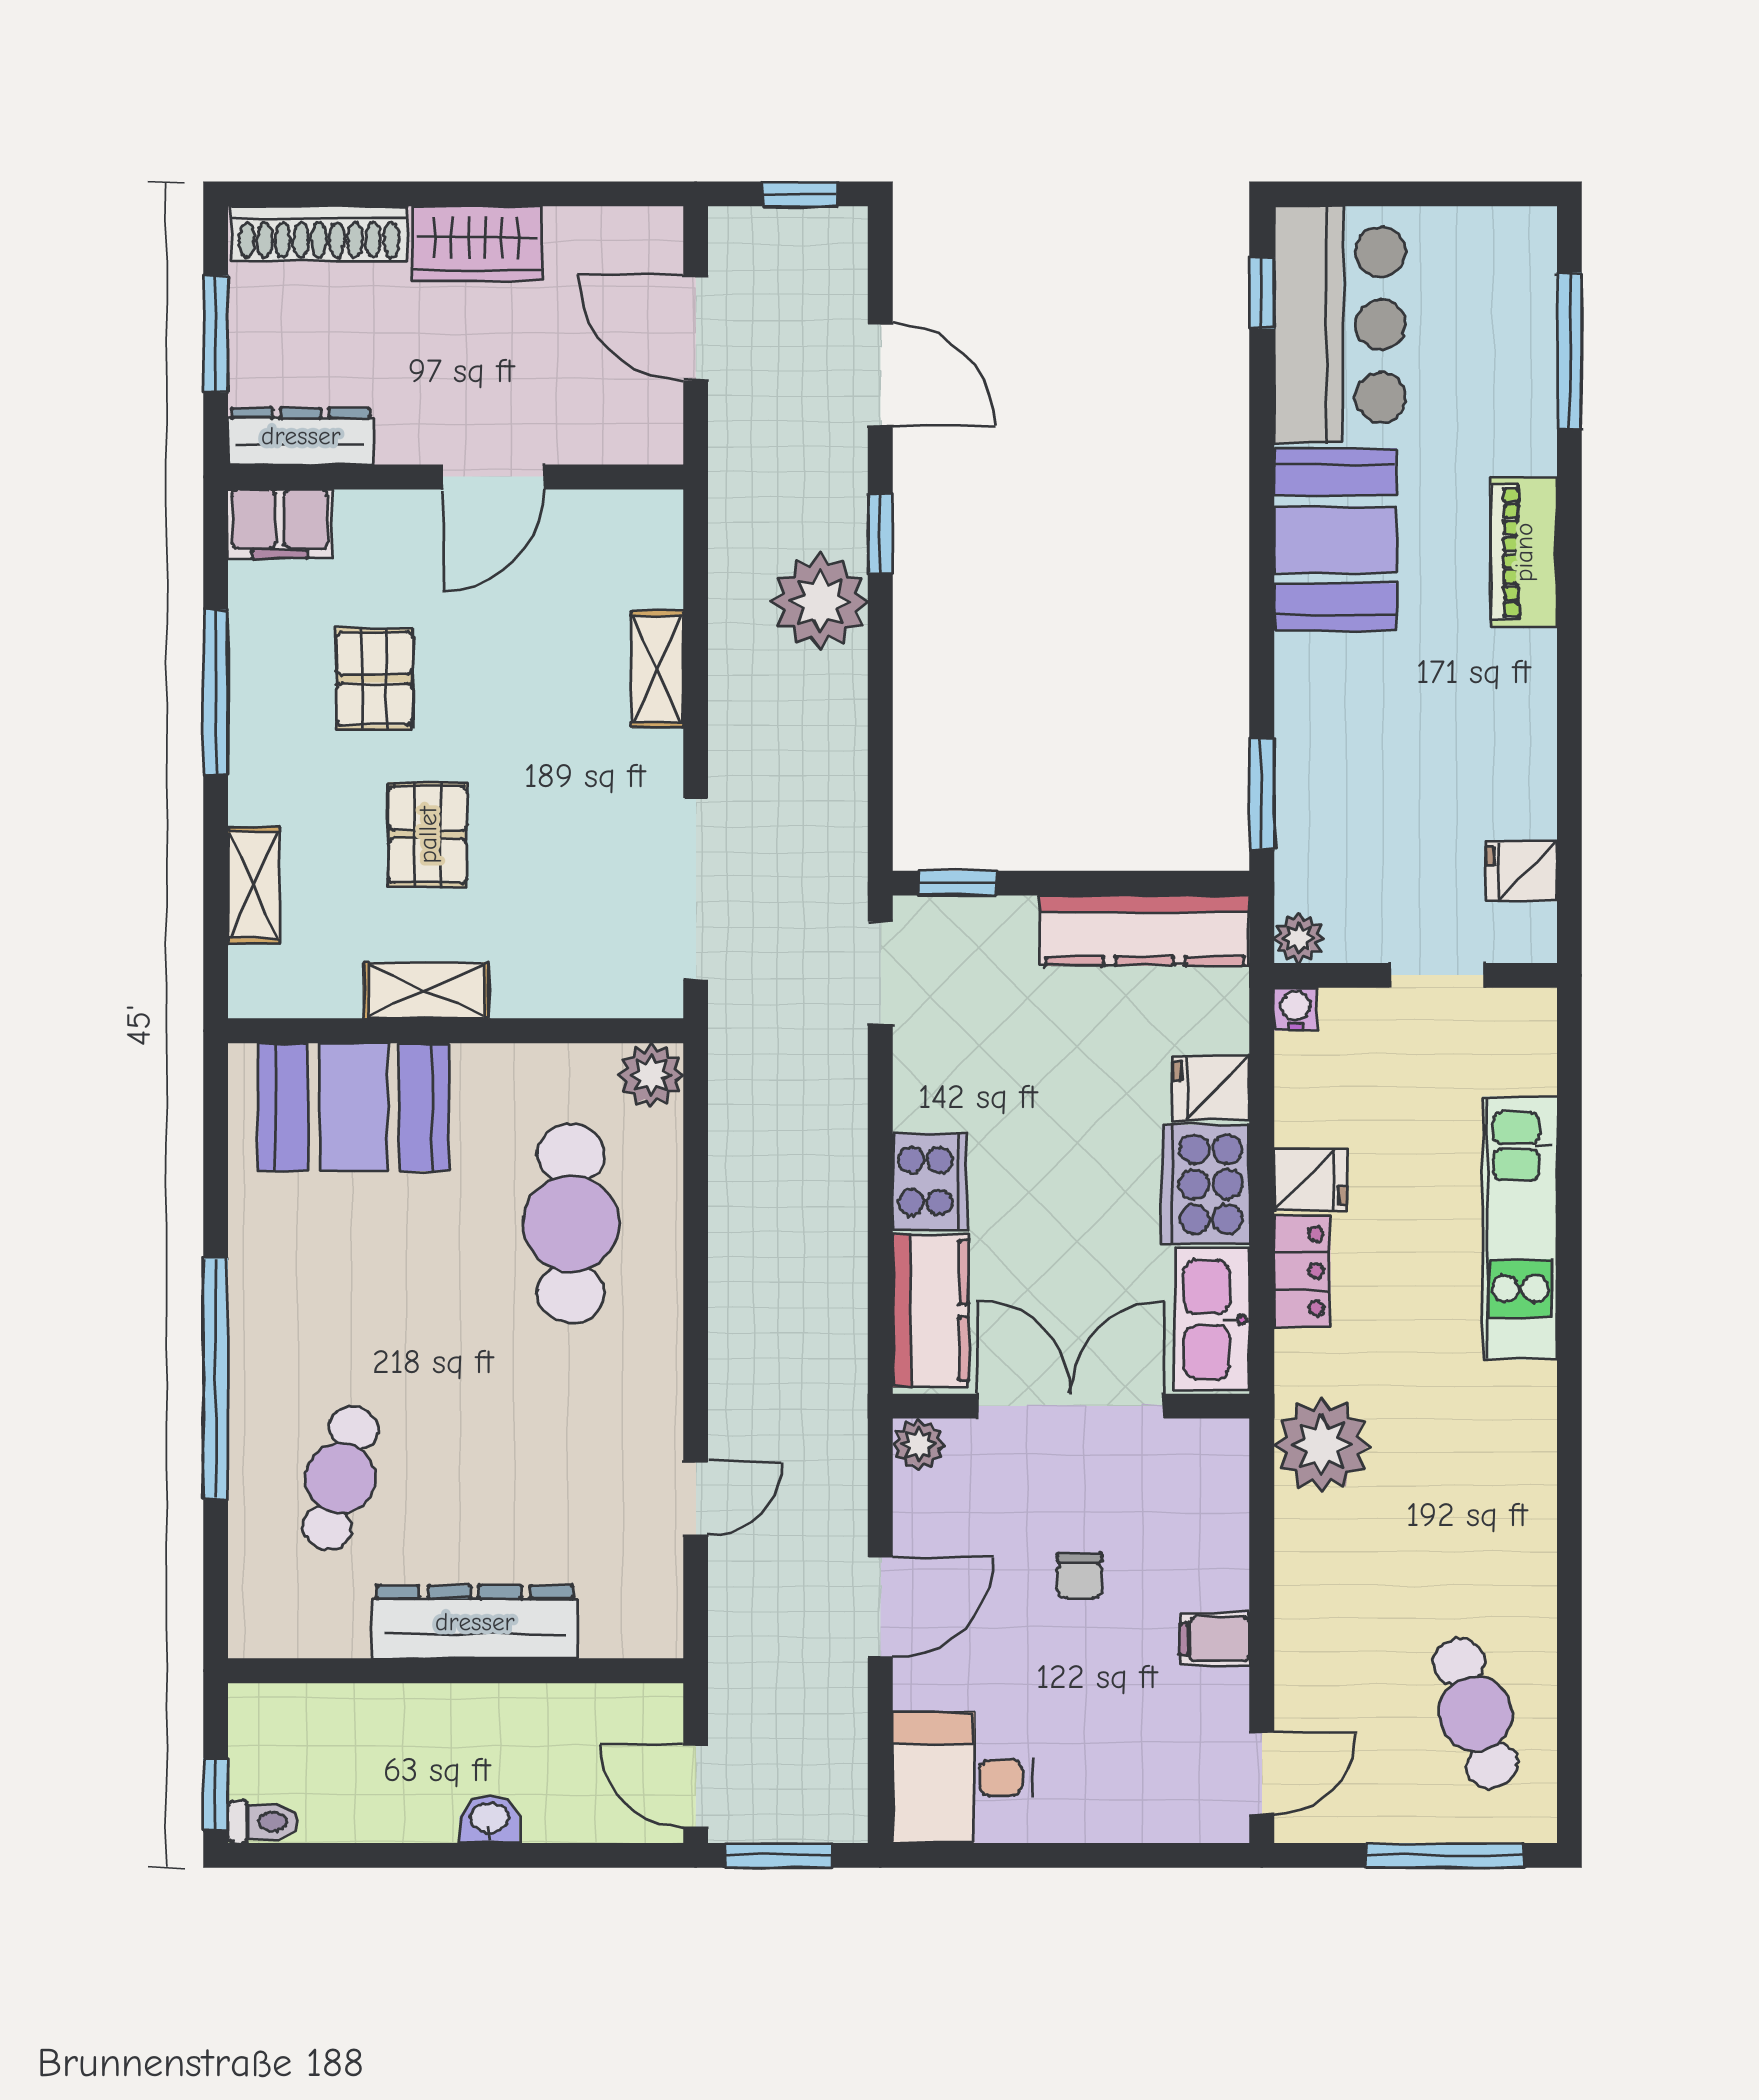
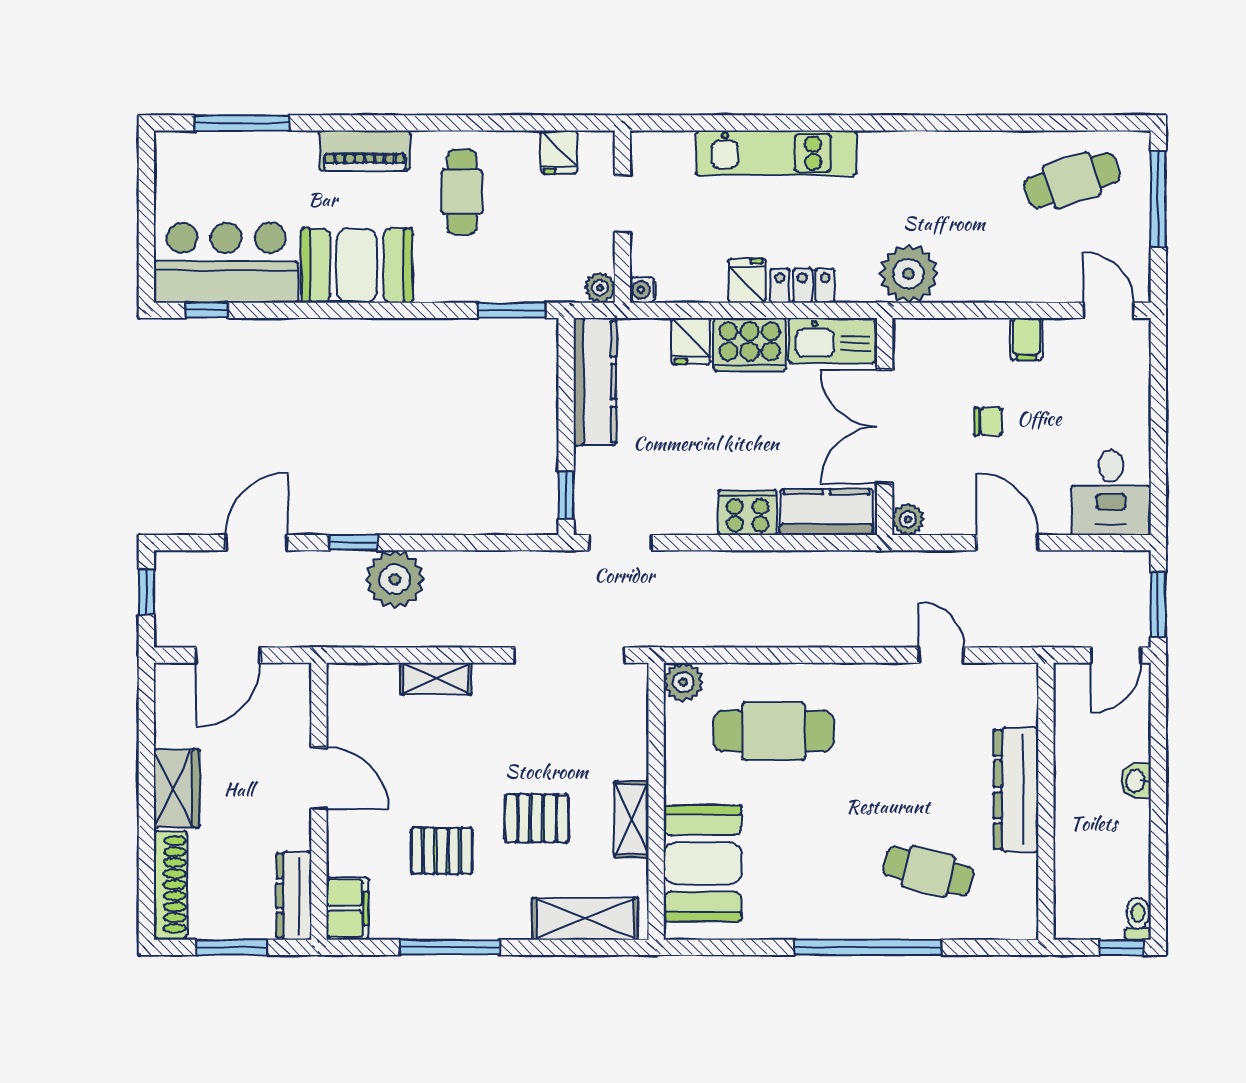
cafe table: (1456, 712) -> (462, 192), added
shelving: (254, 885) -> (585, 919), width x1.50, depth x1.33

